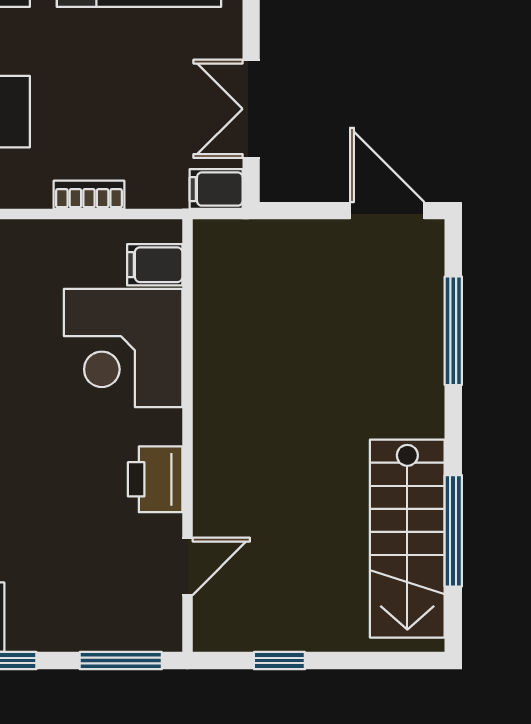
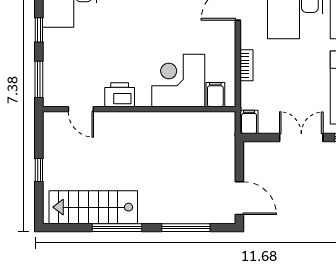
double door: (251, 109) -> (301, 138), moved
door: (387, 211) -> (239, 198), hinge flipped
window: (453, 531) -> (117, 228), moved
window: (279, 661) -> (39, 170), moved

